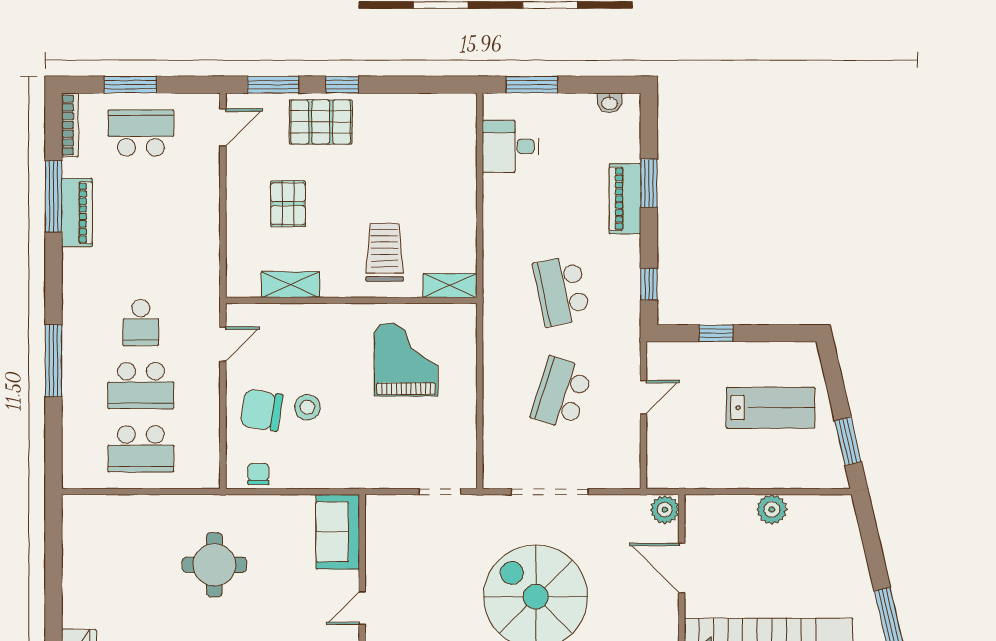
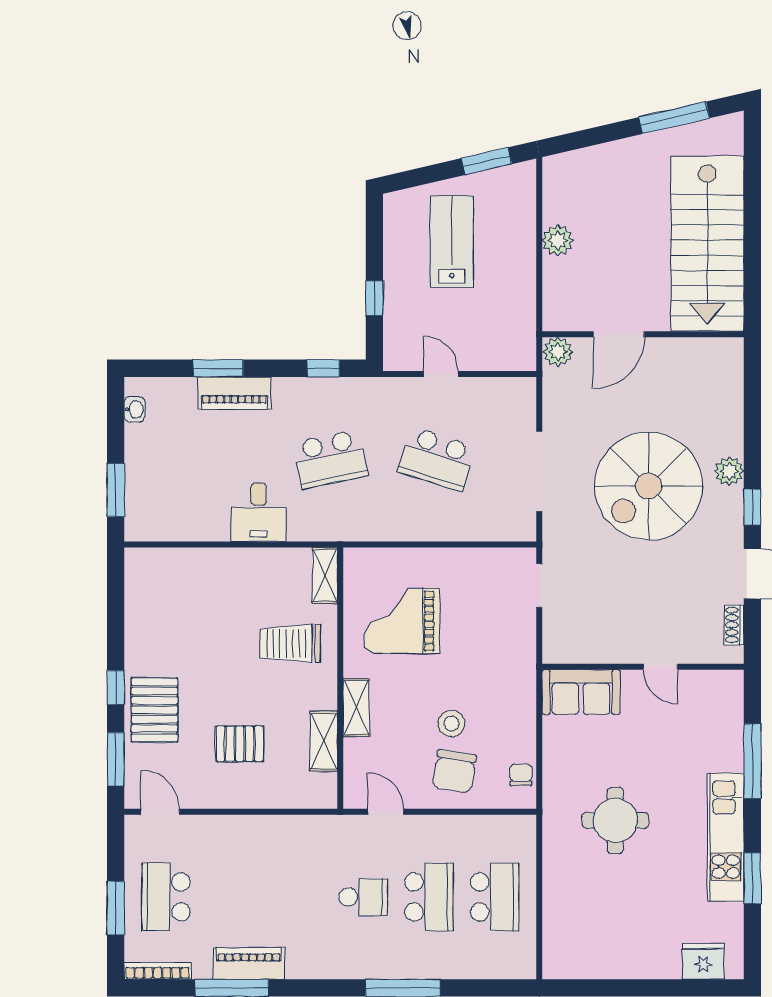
desk: (510, 146) -> (259, 512), moved
shelving: (323, 316) -> (356, 707), added
chair: (258, 474) -> (521, 775), turned 90

